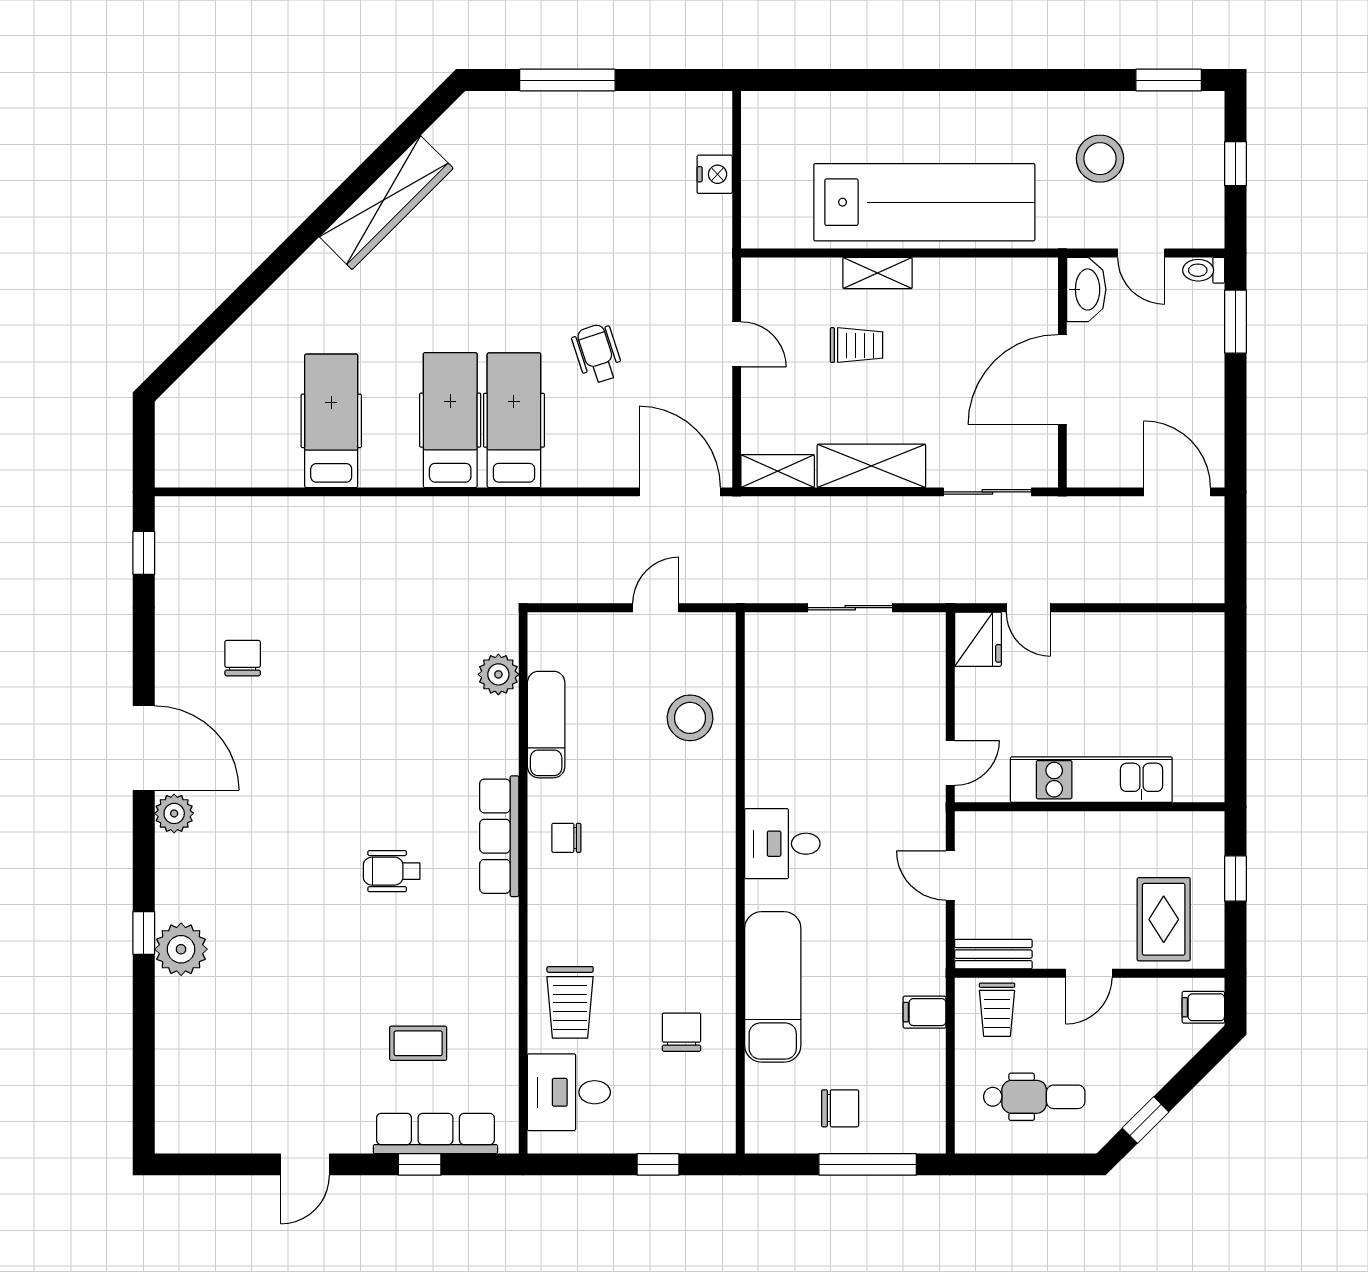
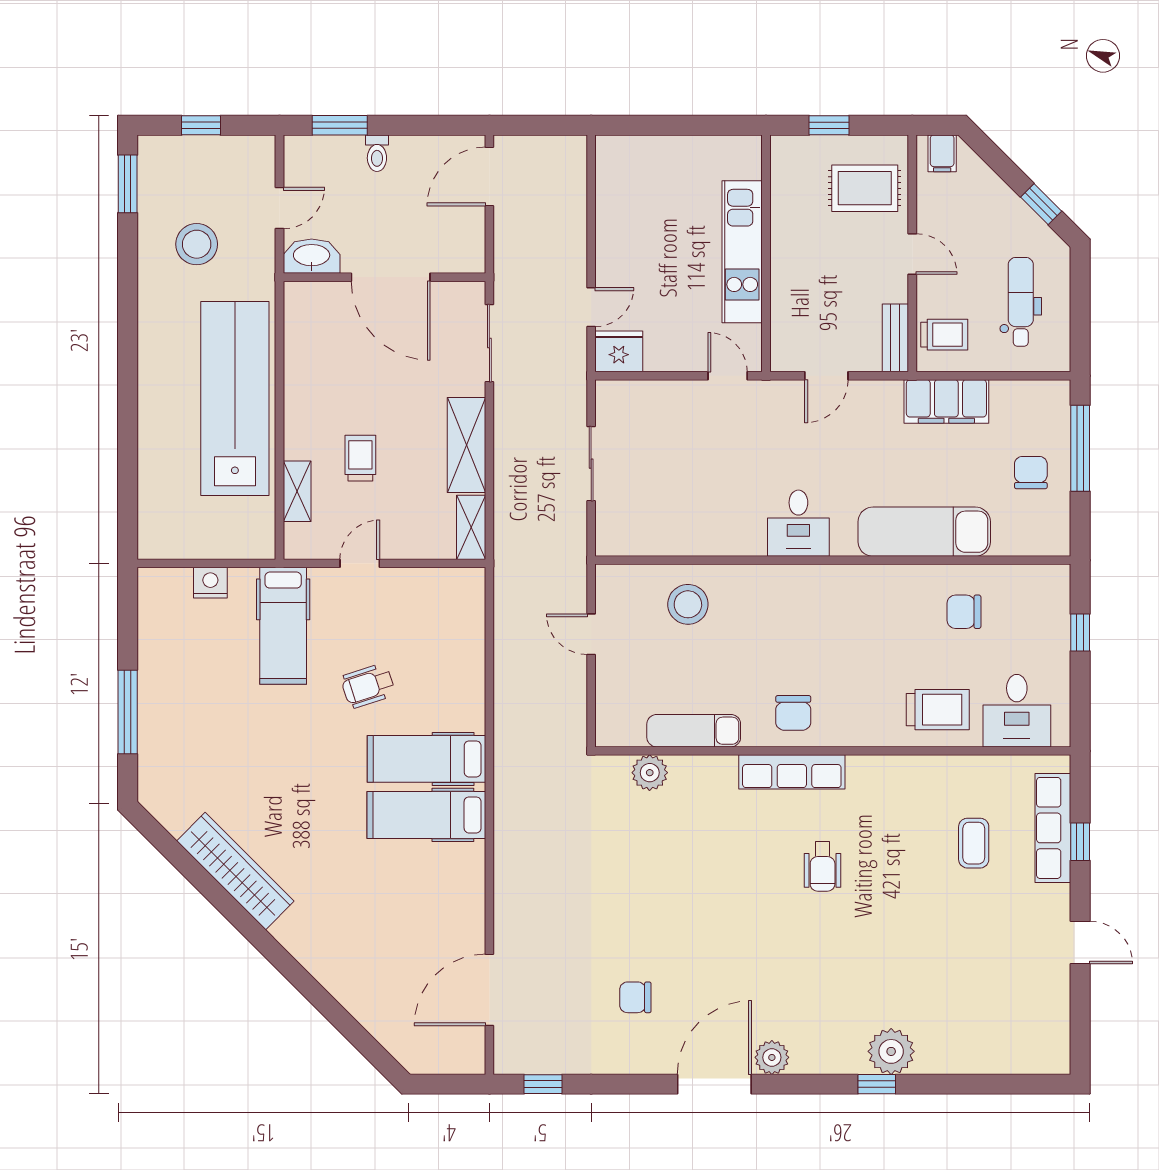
toilet: (1204, 270) -> (377, 153), moved
shelving: (878, 273) -> (297, 491), moved
hospital bed: (331, 421) -> (283, 626), moved, turned -90
door: (680, 492) -> (489, 990), moved
chair: (566, 838) -> (793, 713), width x1.37, depth x1.37
filing cabinet: (925, 1012) -> (946, 401), width x3.00, depth x1.17

